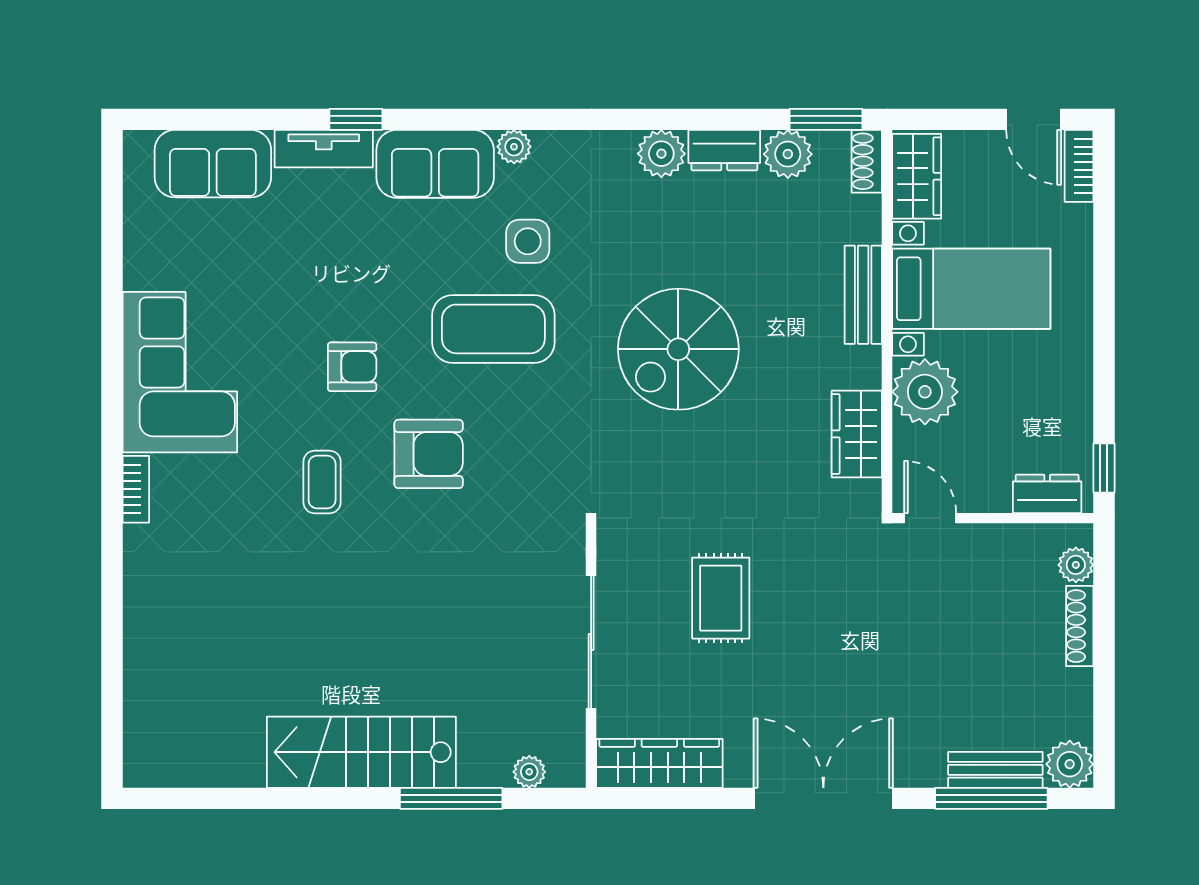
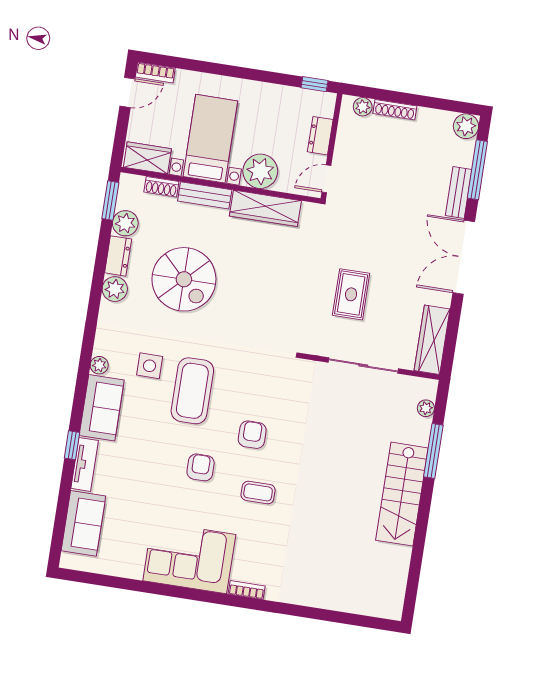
shoe rack: (867, 161) -> (161, 187), moved
spiral stairs: (678, 349) -> (184, 279), moved
wardrobe: (857, 434) -> (265, 208), width x1.50
armchair: (429, 454) -> (252, 435), width x0.72, depth x0.72
dresser: (1047, 494) -> (320, 136), moved
rug: (721, 598) -> (351, 294), turned 90
bench: (995, 770) -> (459, 192), moved

